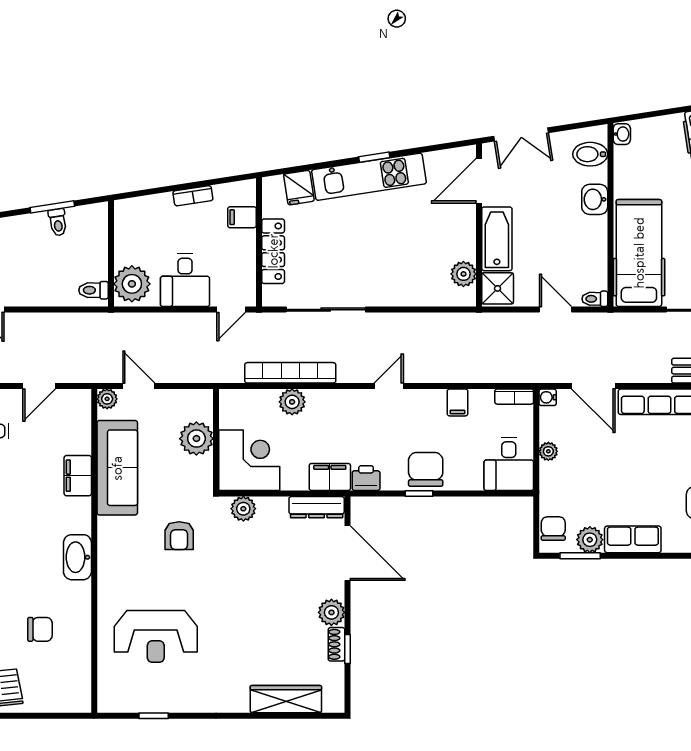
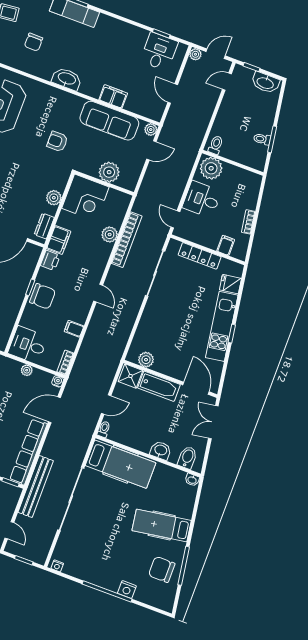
dresser: (317, 507) -> (44, 226), width x0.70
plant: (243, 509) -> (54, 198), moved

